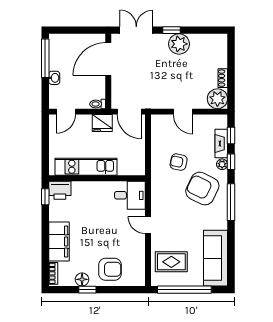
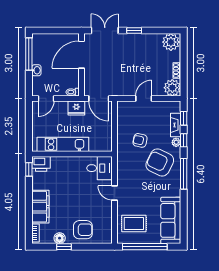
plant: (179, 44) -> (171, 42), moved
door: (183, 112) -> (144, 98), swing flipped

